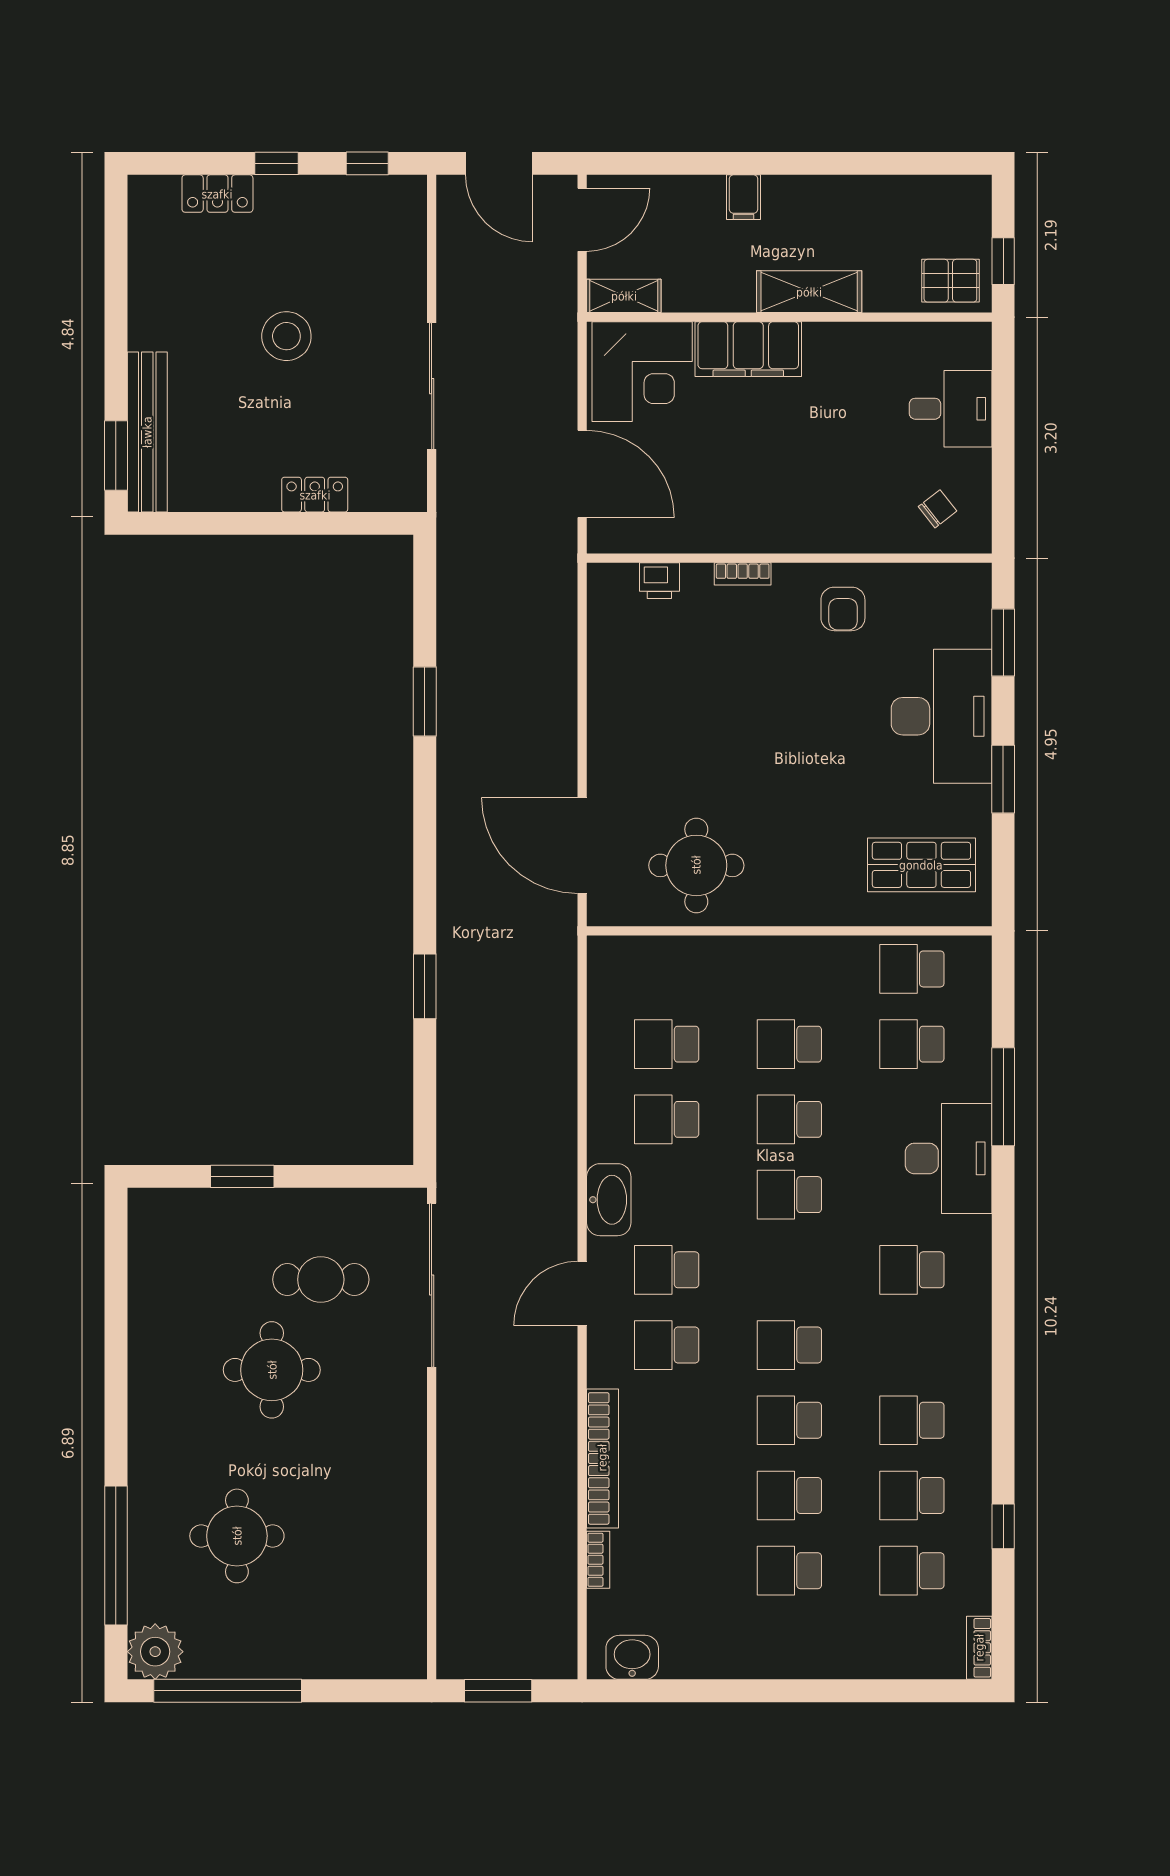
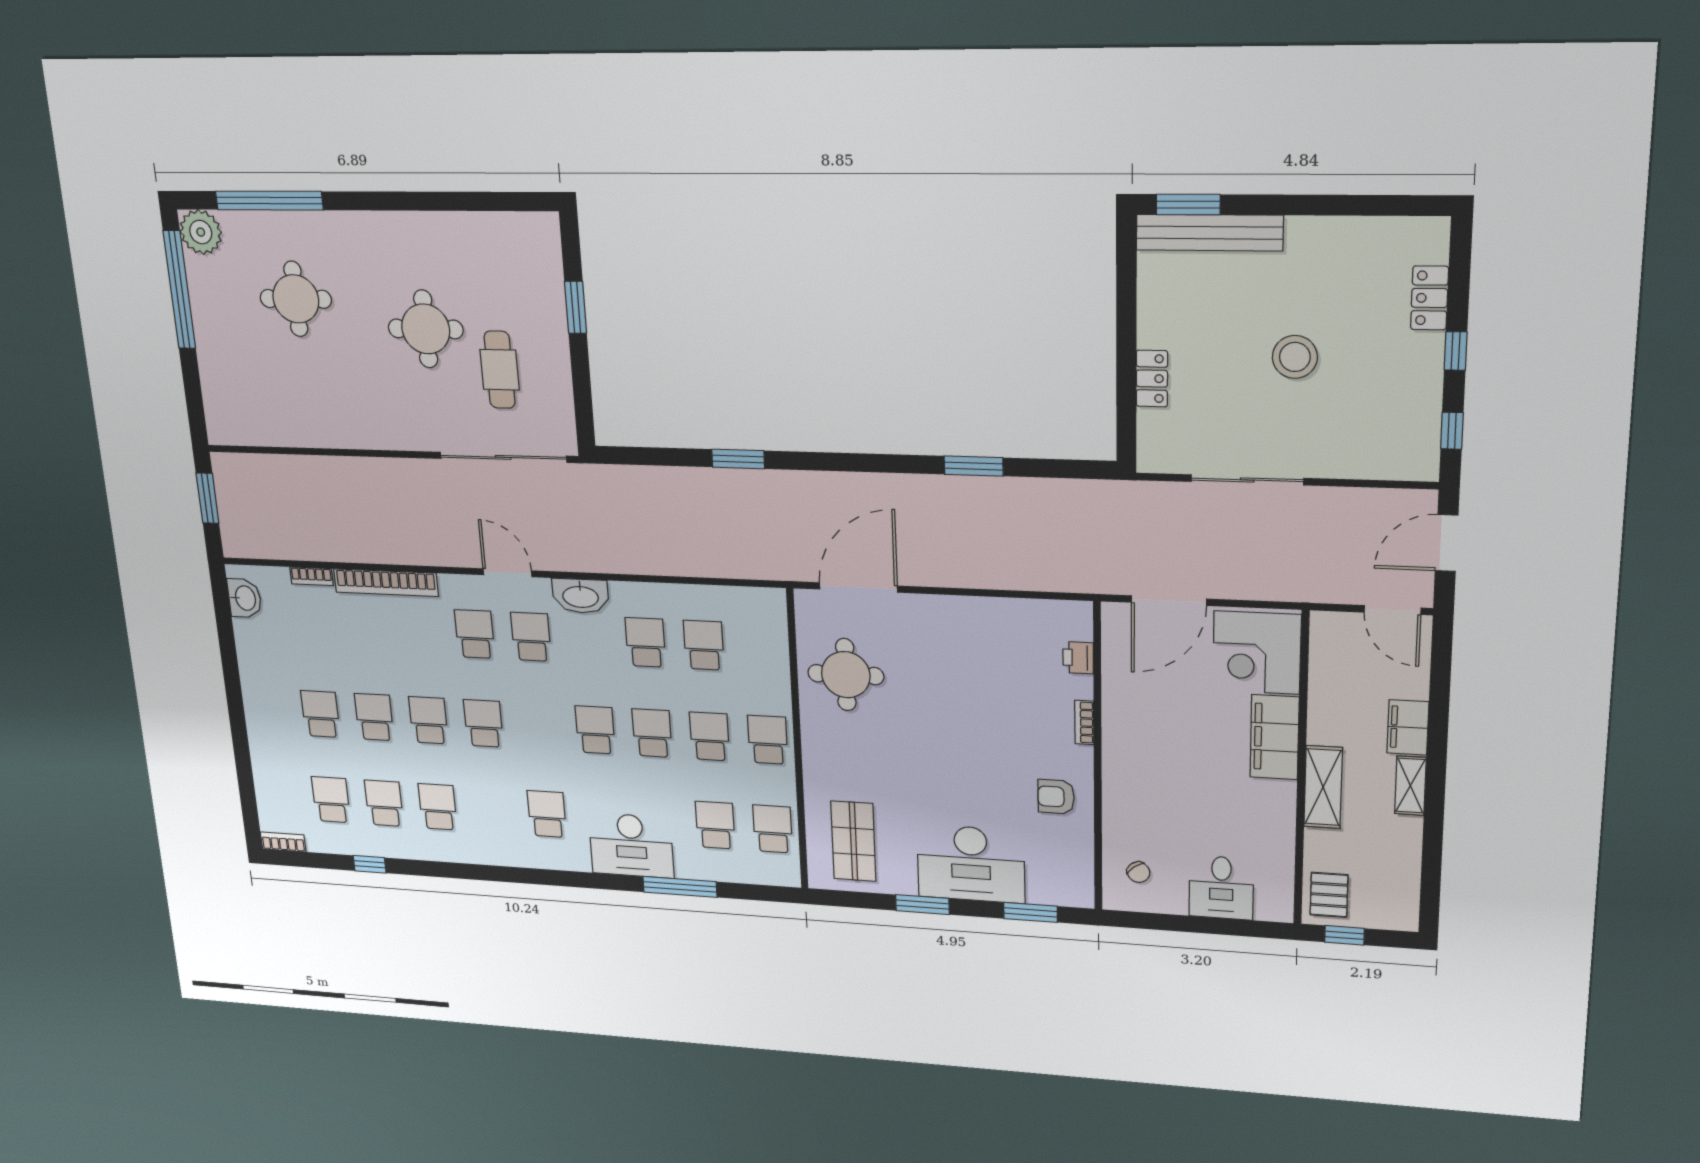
filing cabinet: (744, 197) -> (1408, 727), width x2.00
shelving: (624, 296) -> (1410, 786), moved
school desk: (789, 969) -> (768, 740), added

